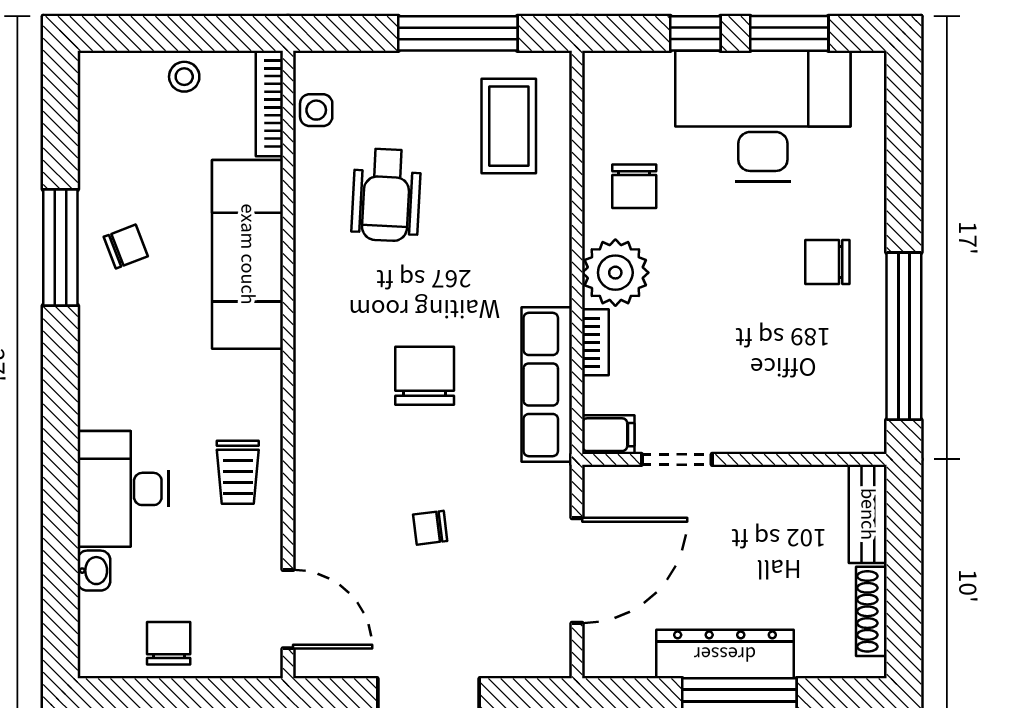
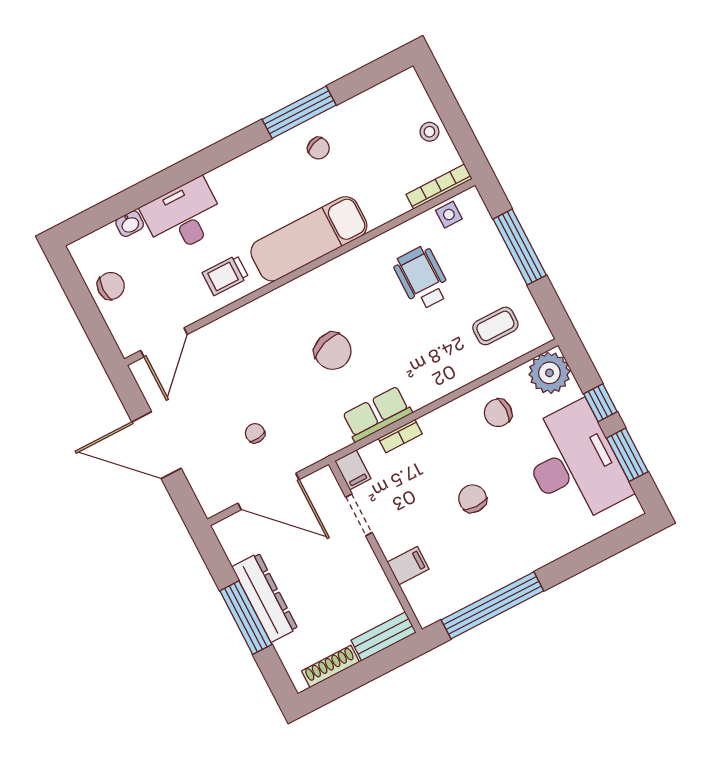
window: (458, 33) -> (520, 247), moved
coffee table: (509, 126) -> (495, 326), width x0.73, depth x0.77
wheelchair: (386, 195) -> (422, 278), turned 87
exam couch: (248, 254) -> (309, 239), moved
chair: (827, 262) -> (473, 499), moved
plant: (615, 273) -> (549, 373), moved
chair: (425, 376) -> (333, 351), turned 71
row of seats: (547, 384) -> (377, 414), width x0.68
filing cabinet: (785, 427) -> (408, 566), added
chair: (430, 528) -> (255, 433), moved

